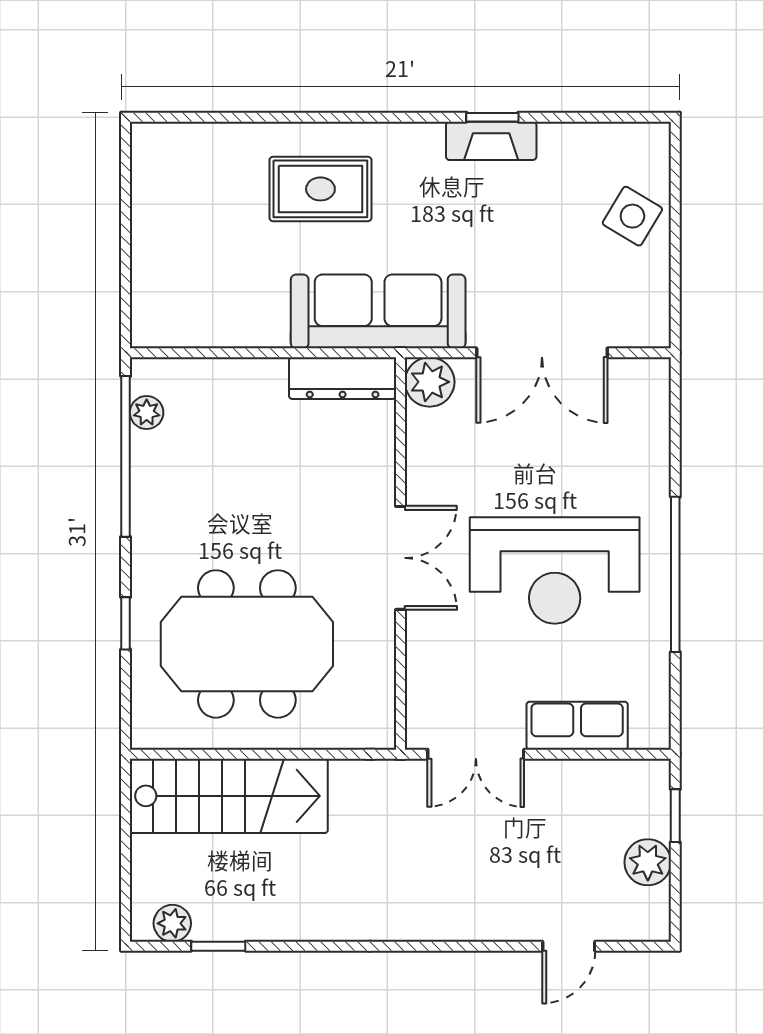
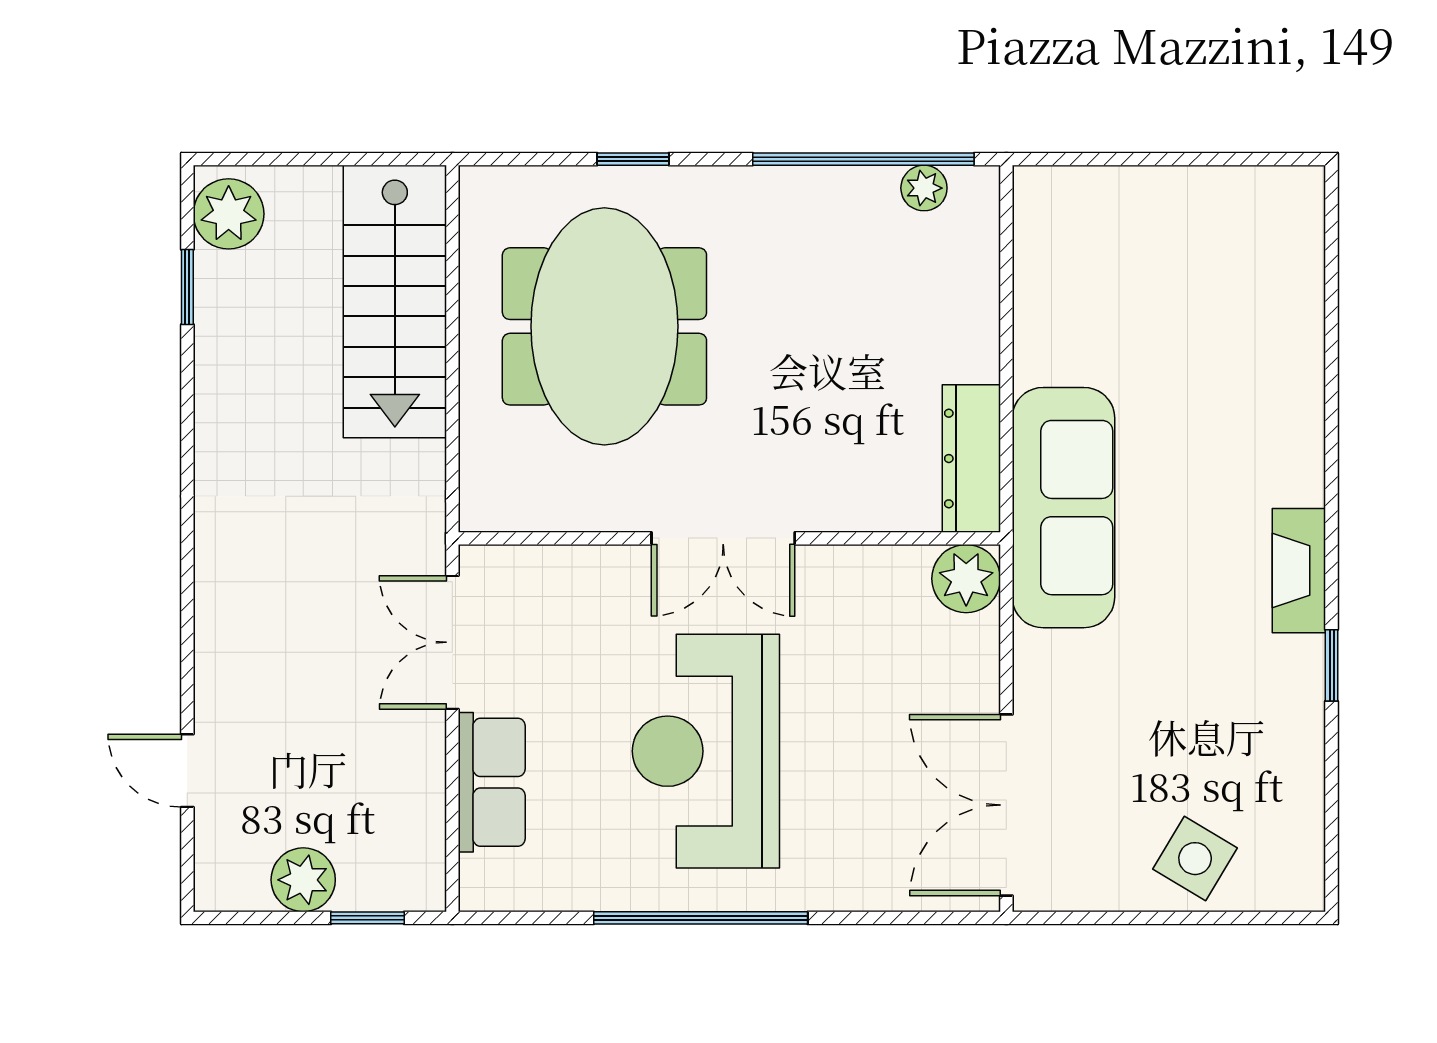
fireplace: (491, 141) -> (1299, 571), moved
rug: (320, 189) -> (1233, 428), removed
double door: (542, 353) -> (1006, 805), moved
plant: (172, 923) -> (229, 214), width x1.38, depth x1.38

